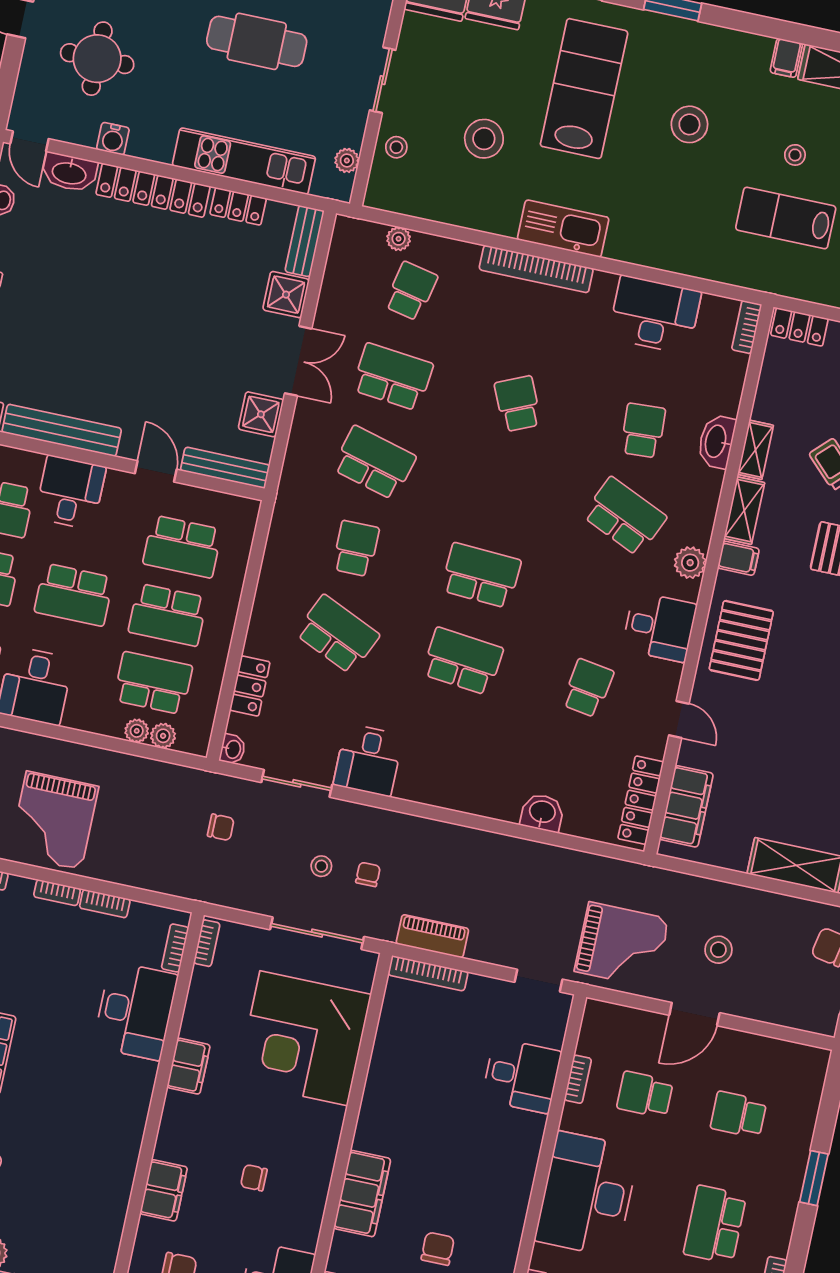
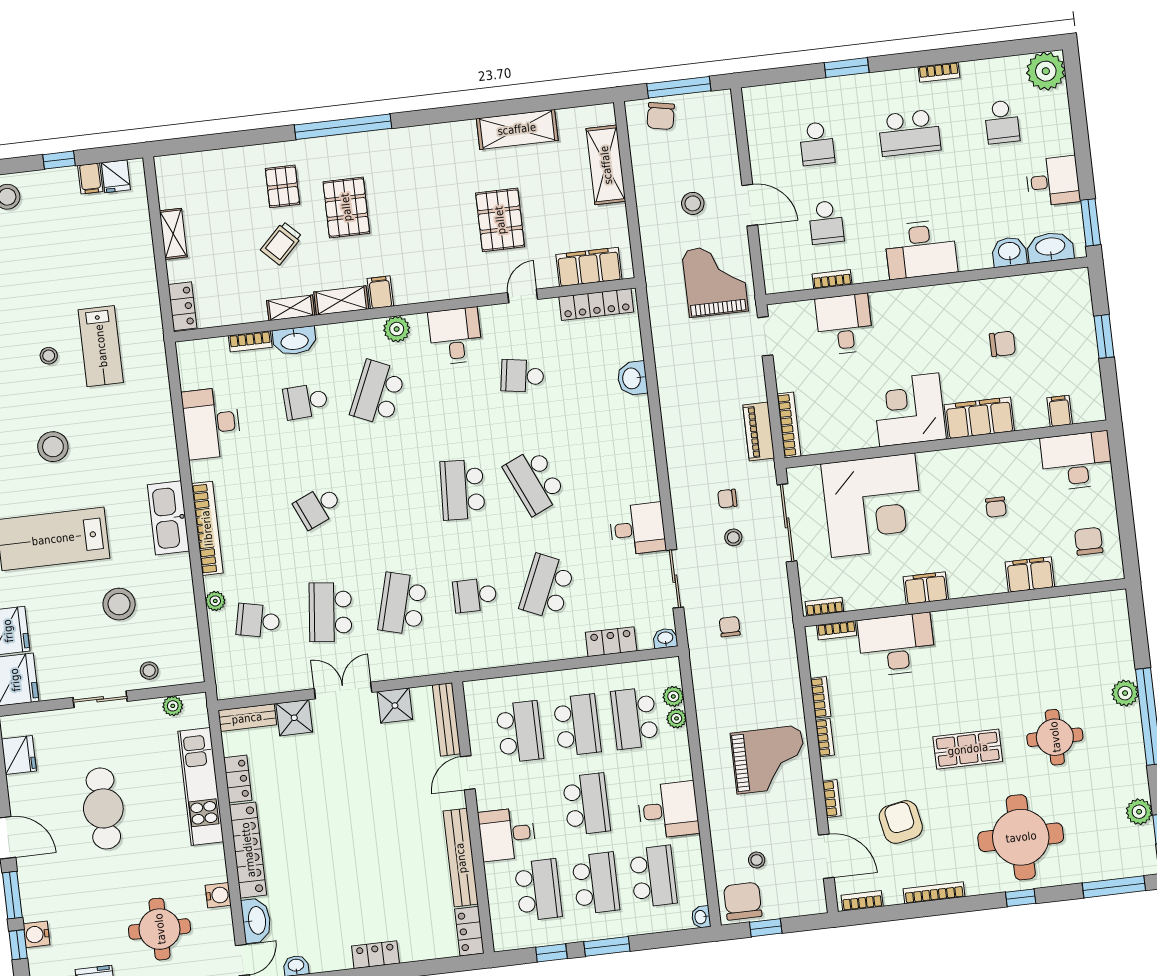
plant: (399, 239) -> (215, 601), moved
bookcase: (747, 327) -> (250, 341), moved
pallet: (741, 640) -> (500, 220), moved, turned 90
school desk: (463, 661) -> (535, 481), turned -30
corner desk: (399, 1117) -> (909, 410), added
desk: (587, 1194) -> (921, 249), width x0.73, depth x0.77
chair: (438, 1249) -> (1002, 344), turned 180

